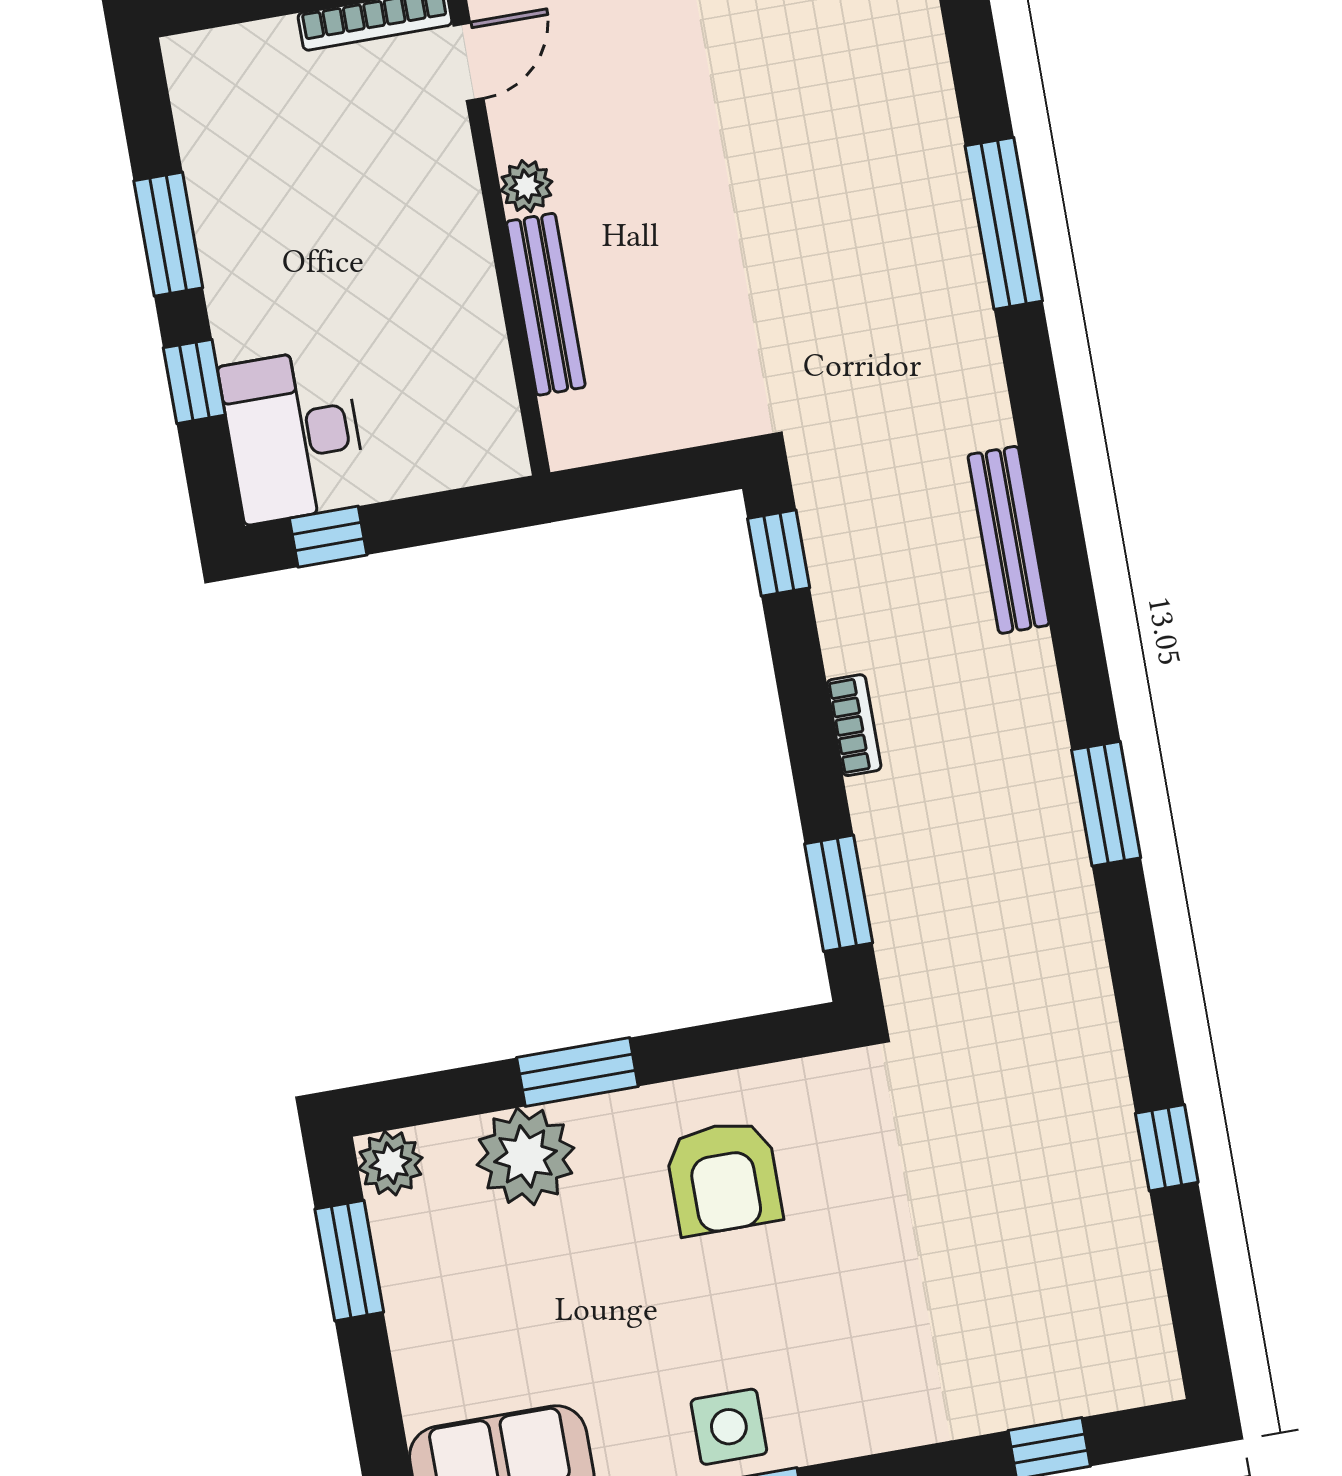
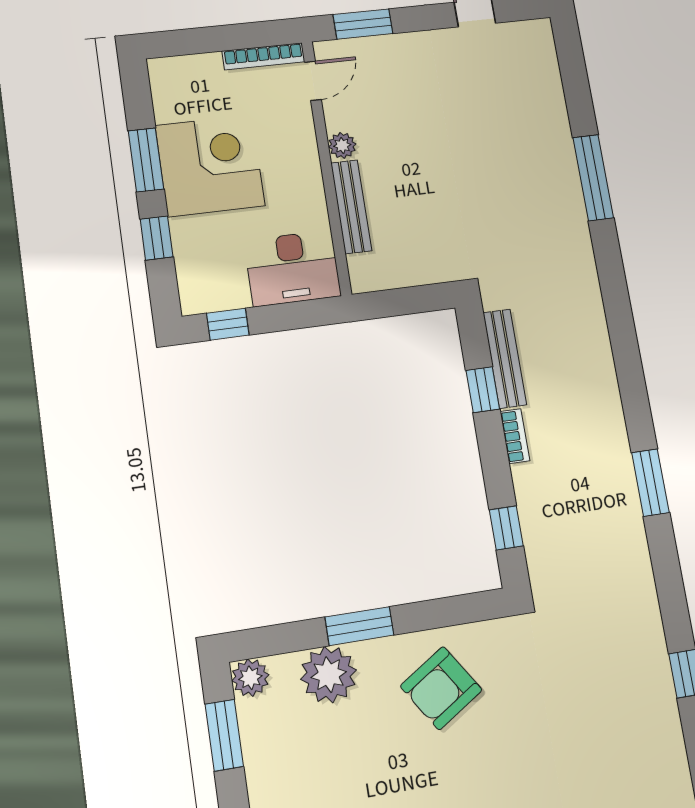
corner desk: (285, 239) -> (210, 166), added
desk: (294, 435) -> (293, 268), moved, turned -90
bench: (1009, 540) -> (505, 359), moved
window: (779, 553) -> (483, 390), moved
window: (839, 893) -> (506, 528), width x0.67
armchair: (724, 1178) -> (441, 688), turned 57

